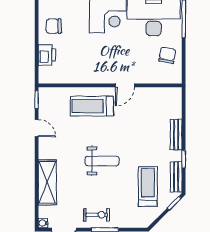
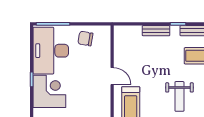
weight bench: (102, 161) -> (179, 96), turned 180

